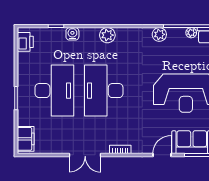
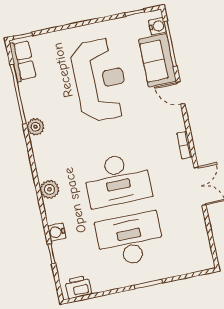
plant: (191, 33) -> (25, 89), removed
filing cabinet: (26, 139) -> (196, 262), removed

